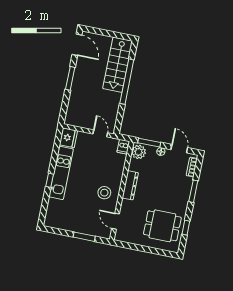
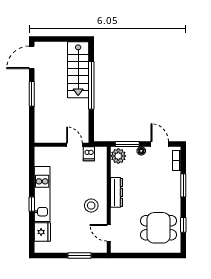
door: (77, 45) -> (32, 57), swing flipped
fridge: (68, 138) -> (42, 232), moved
dishwasher: (123, 147) -> (89, 154), moved

